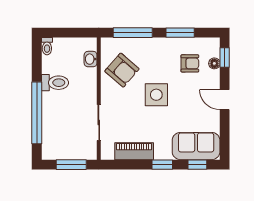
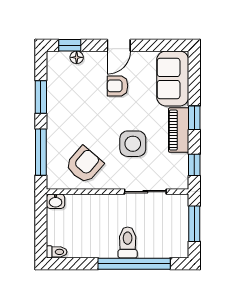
washbasin: (91, 59) -> (56, 201), moved
armchair: (190, 63) -> (117, 86), moved, turned -90
toilet: (55, 83) -> (128, 243), moved
side table: (156, 95) -> (133, 144), moved
piano: (134, 151) -> (179, 130), moved
window: (197, 165) -> (194, 165), moved

